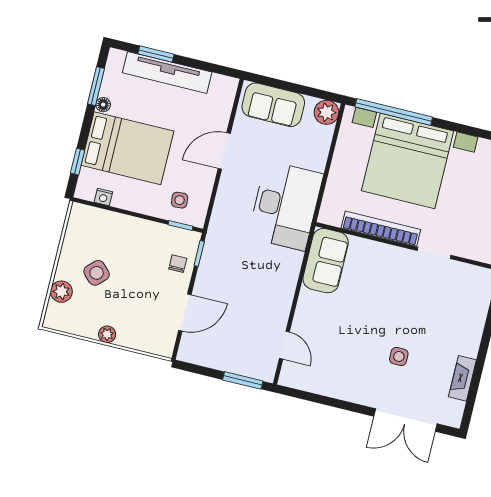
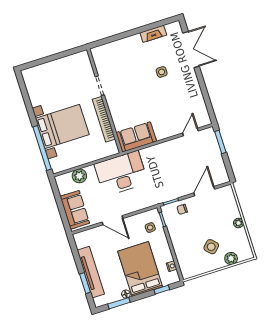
plant: (326, 112) -> (79, 176), moved
bed with nightstands: (407, 161) -> (62, 127), width x0.73
door: (185, 312) -> (204, 191), hinge flipped

